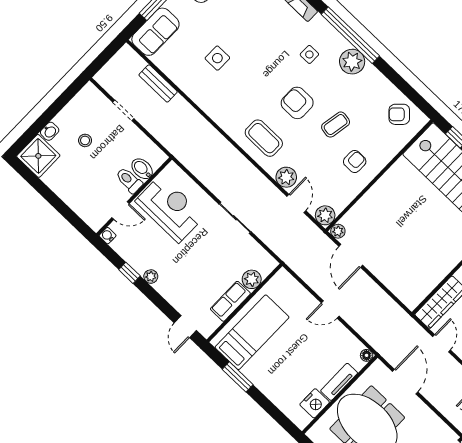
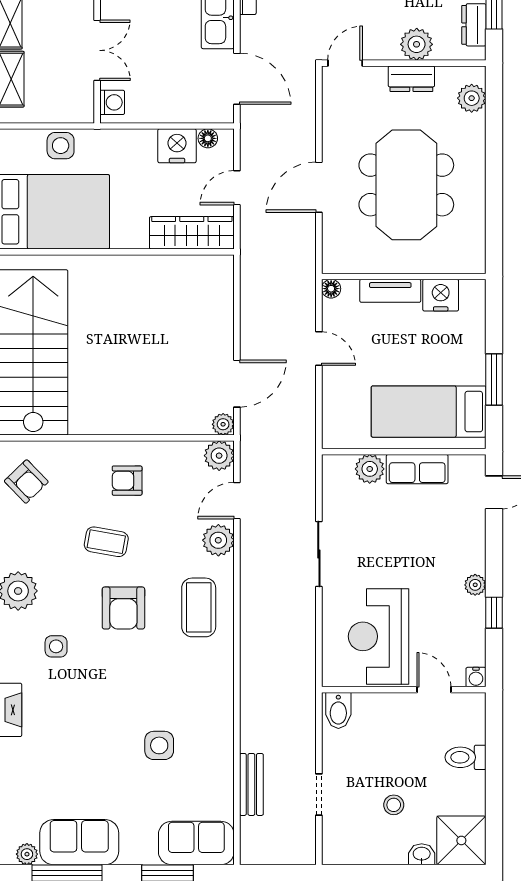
bidet: (142, 169) -> (338, 711), moved
toilet: (129, 180) -> (466, 757), moved, turned 90
floor lamp: (367, 355) -> (331, 289), moved
tv unit: (339, 382) -> (390, 291), moved
wall: (340, 395) -> (404, 277), moved
nightstand: (315, 403) -> (441, 295), moved

